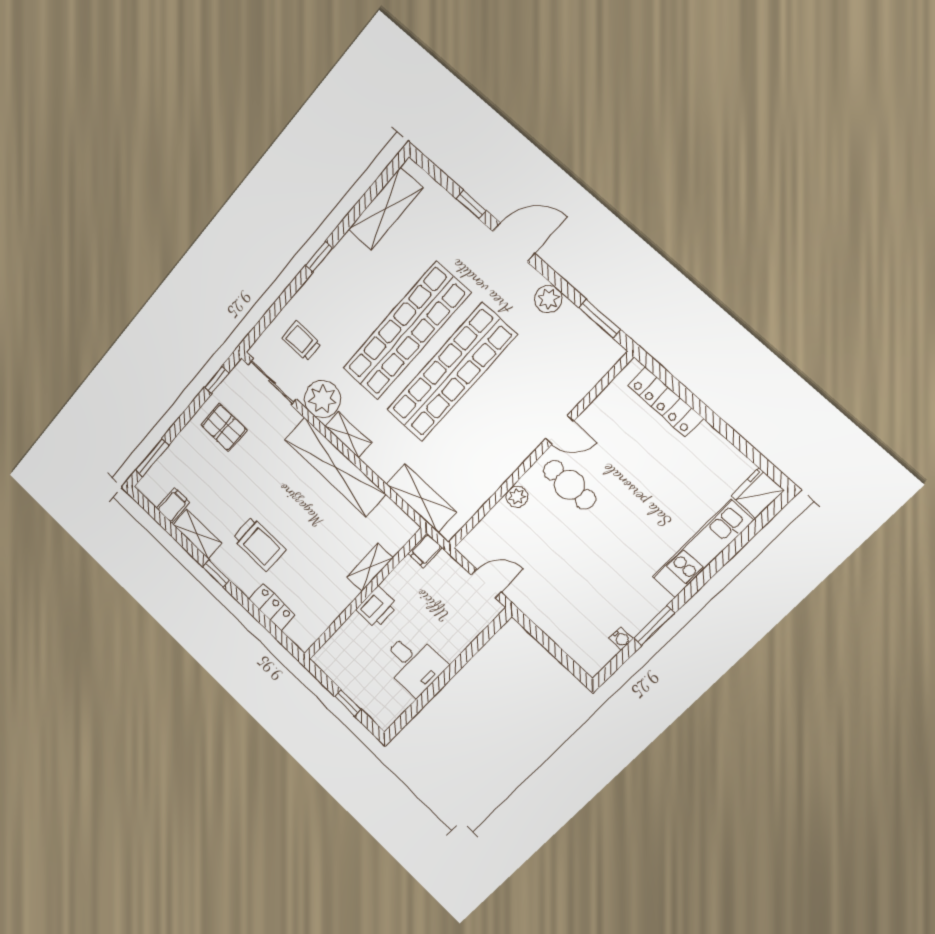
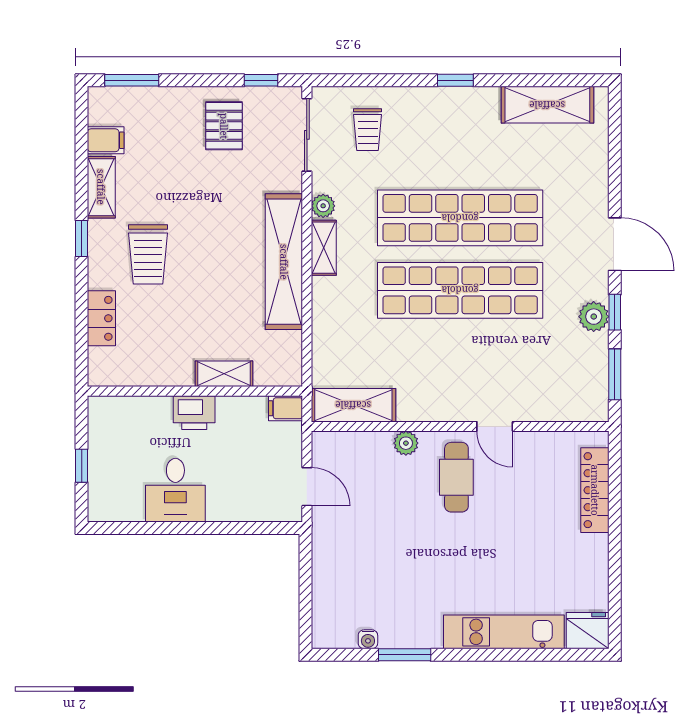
window: (471, 205) -> (615, 312), moved
trolley: (301, 341) -> (368, 130), turned 180
plant: (322, 399) -> (323, 206), width x0.53, depth x0.53
shelving: (421, 498) -> (353, 405), moved, turned 90

